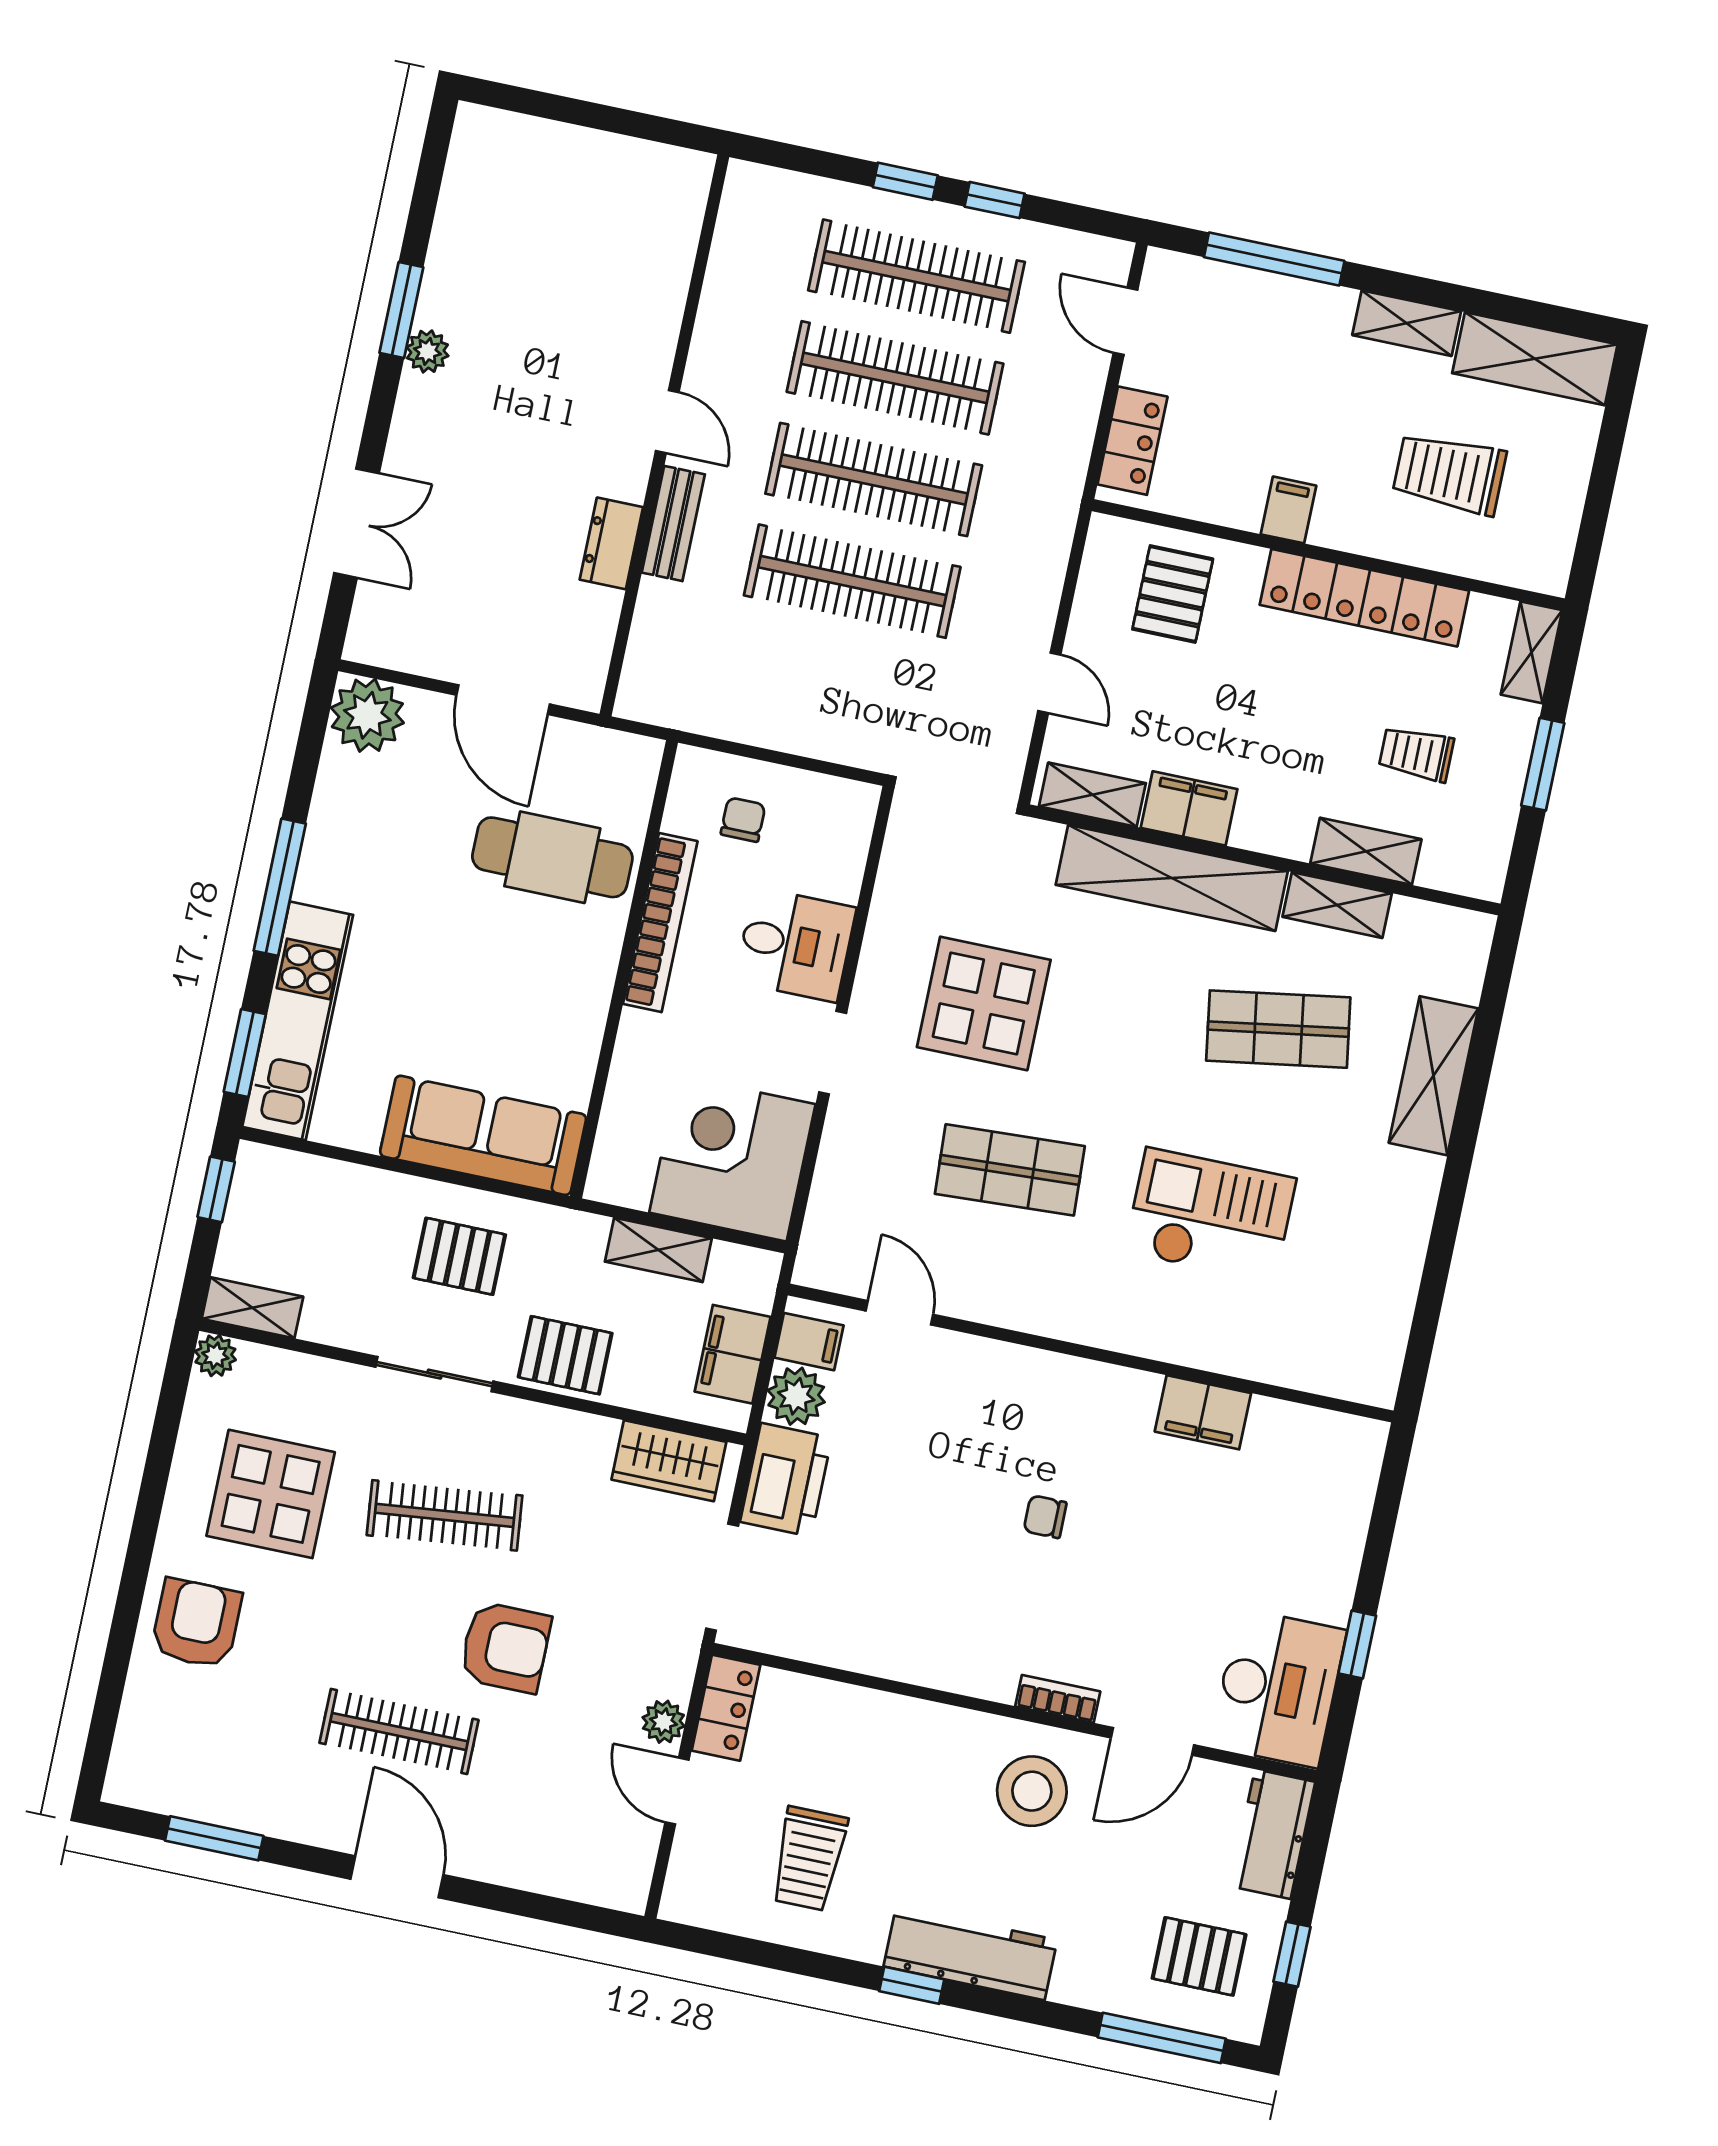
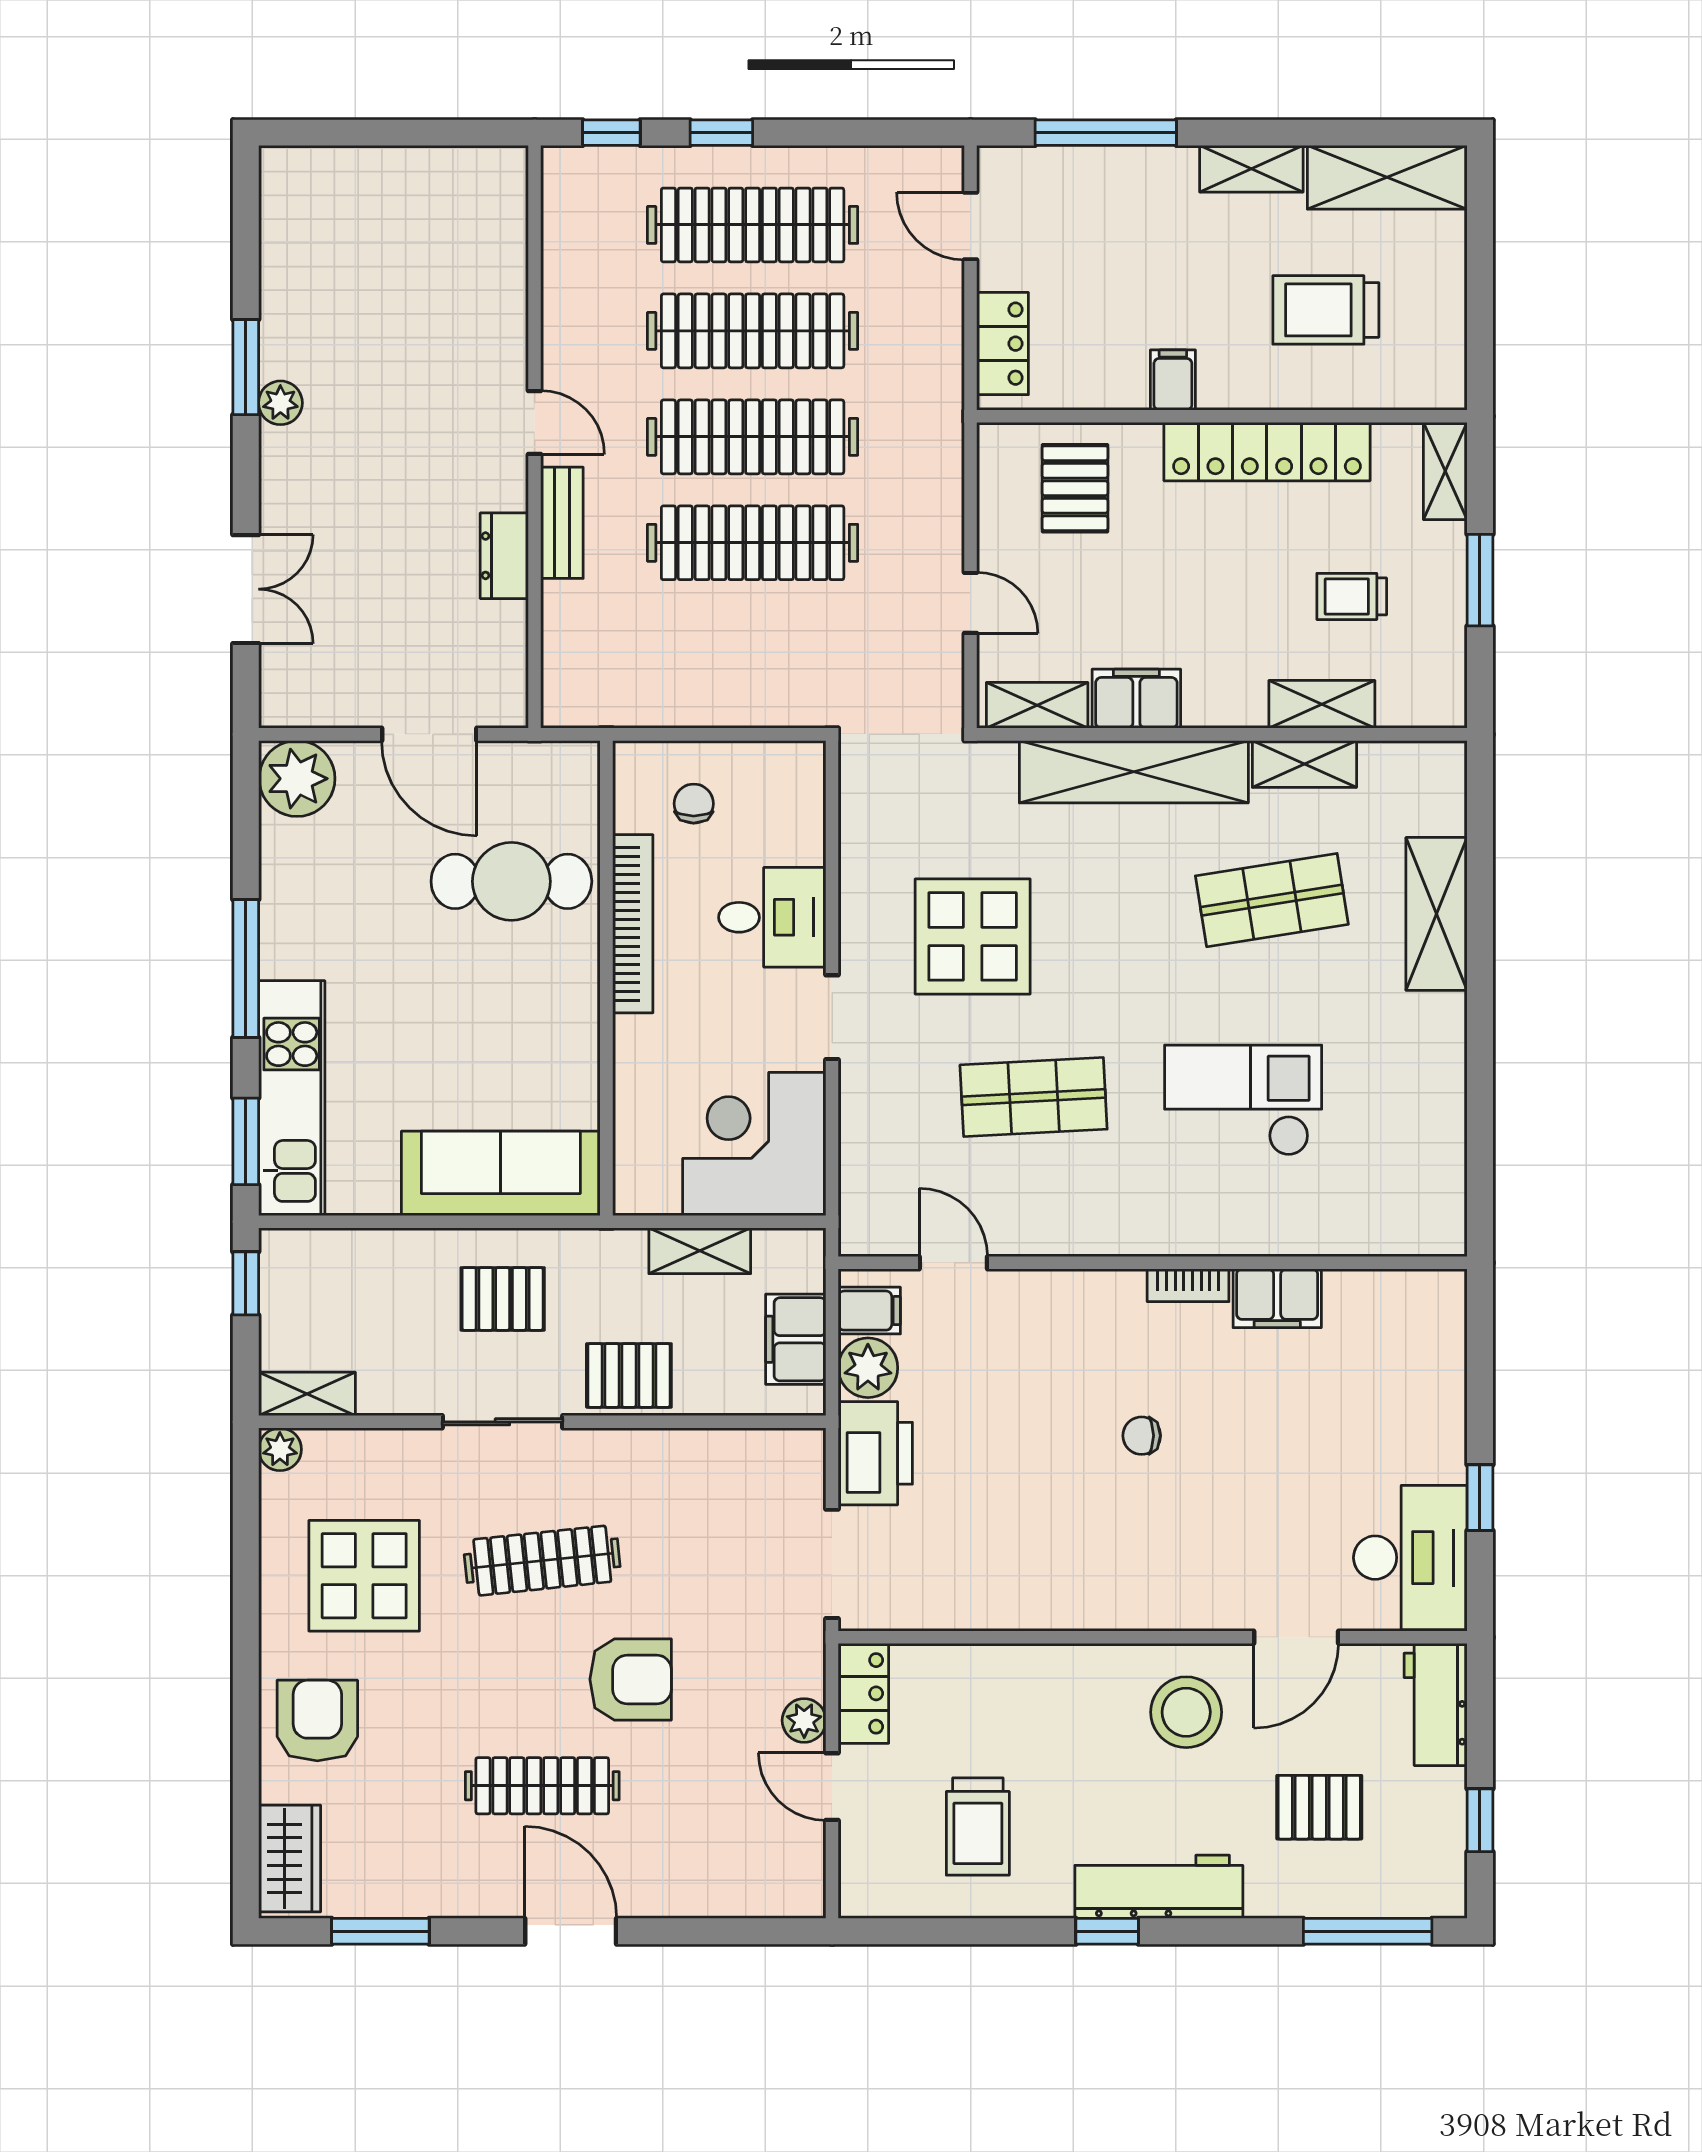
window: (995, 200) -> (611, 133), moved
wardrobe: (669, 1461) -> (290, 1859), moved, turned -90
bookcase: (1058, 1699) -> (1188, 1285), moved, turned 180
pallet: (1199, 1956) -> (1319, 1807), moved

